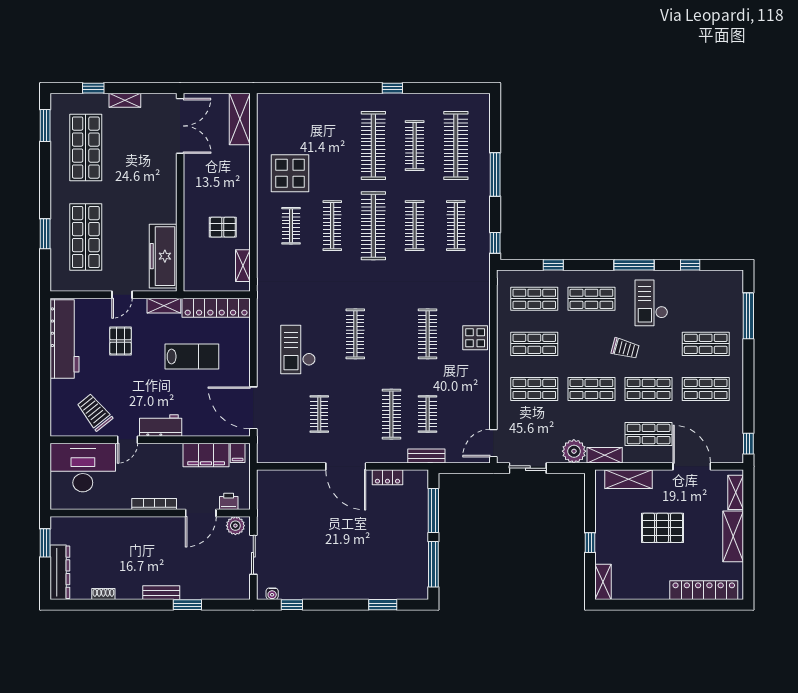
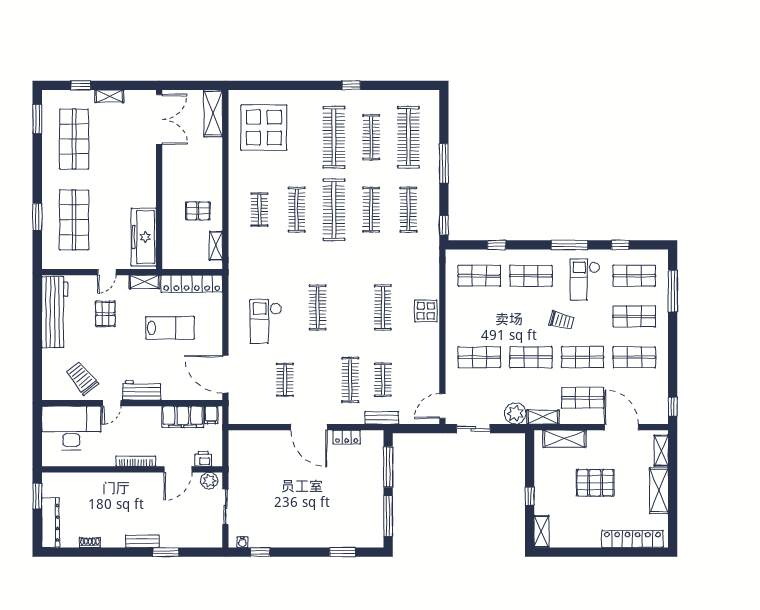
display table: (290, 173) -> (264, 128), moved, width x1.36, depth x1.36
shop shelf: (534, 344) -> (634, 276), moved

